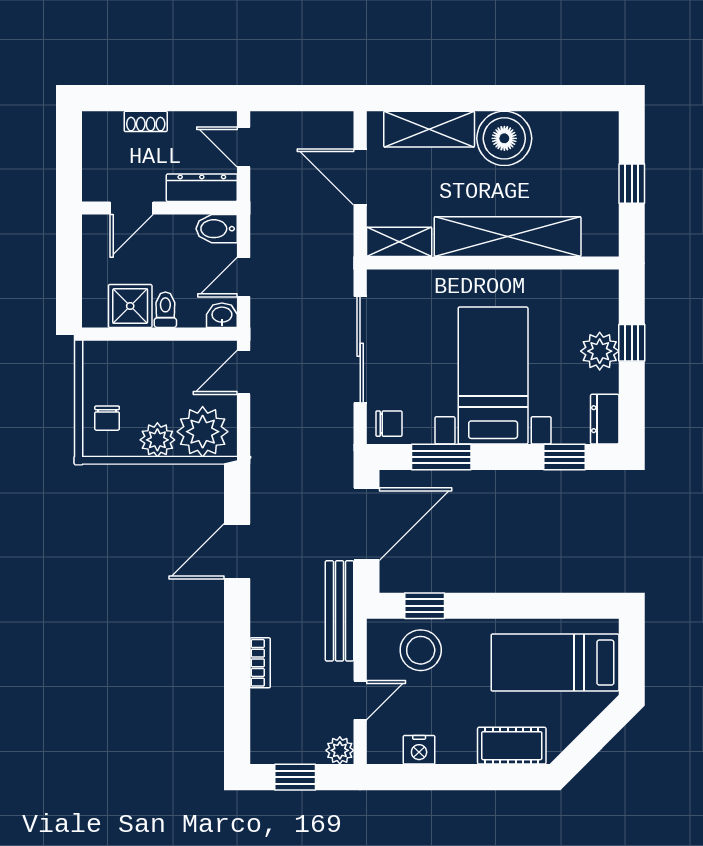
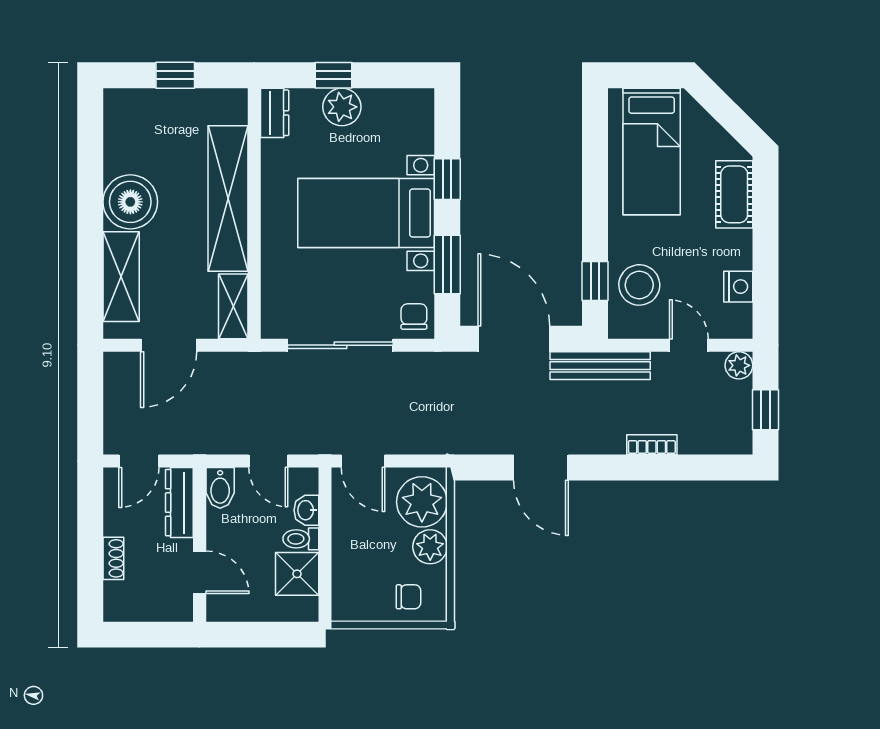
washbasin: (222, 315) -> (306, 510), moved
dresser: (605, 419) -> (275, 113), moved, turned -90
window: (565, 457) -> (447, 179), moved

